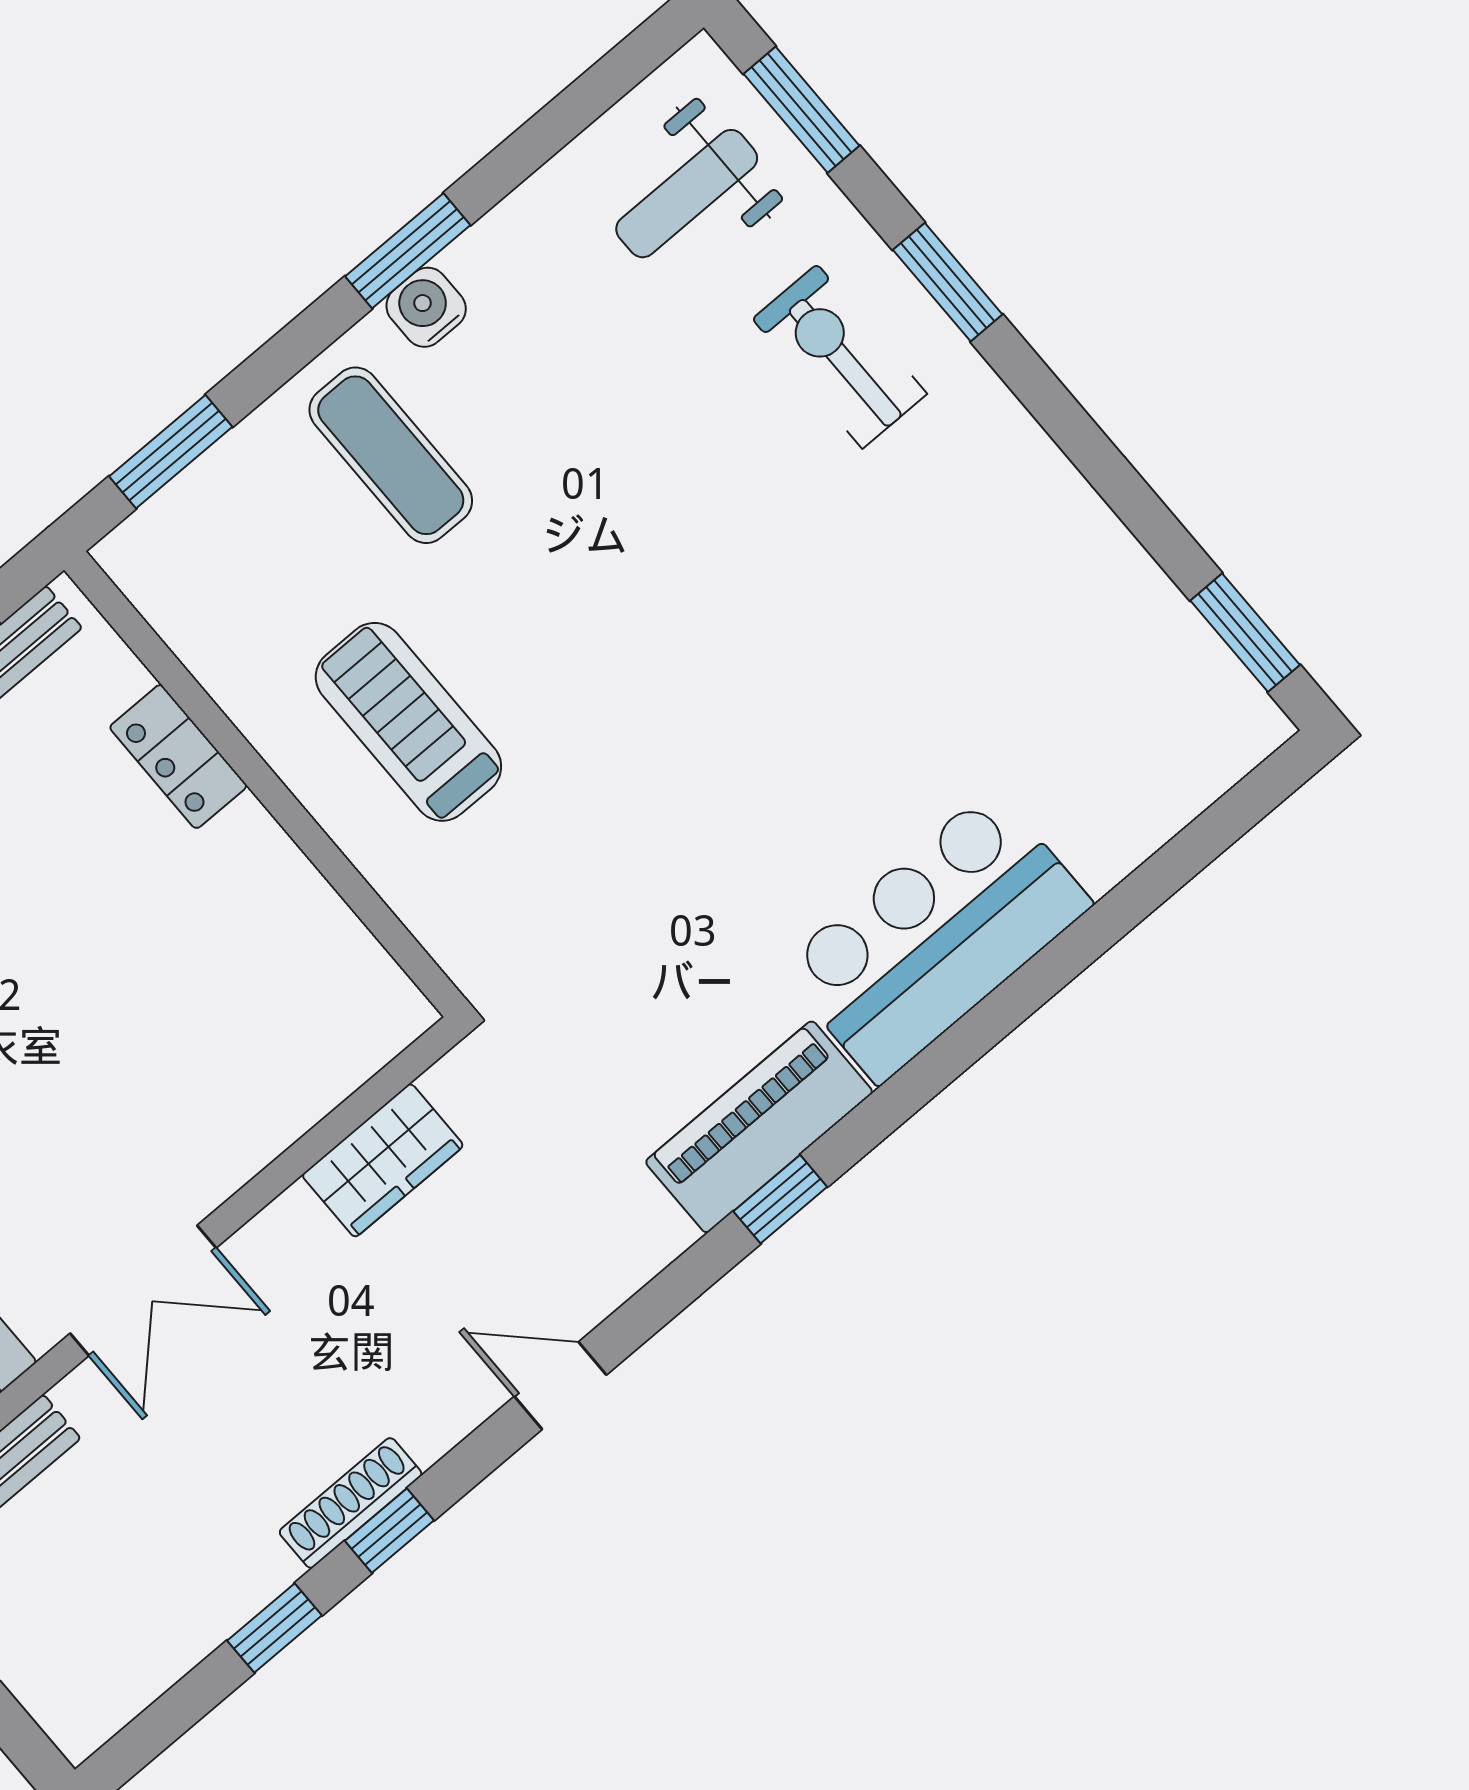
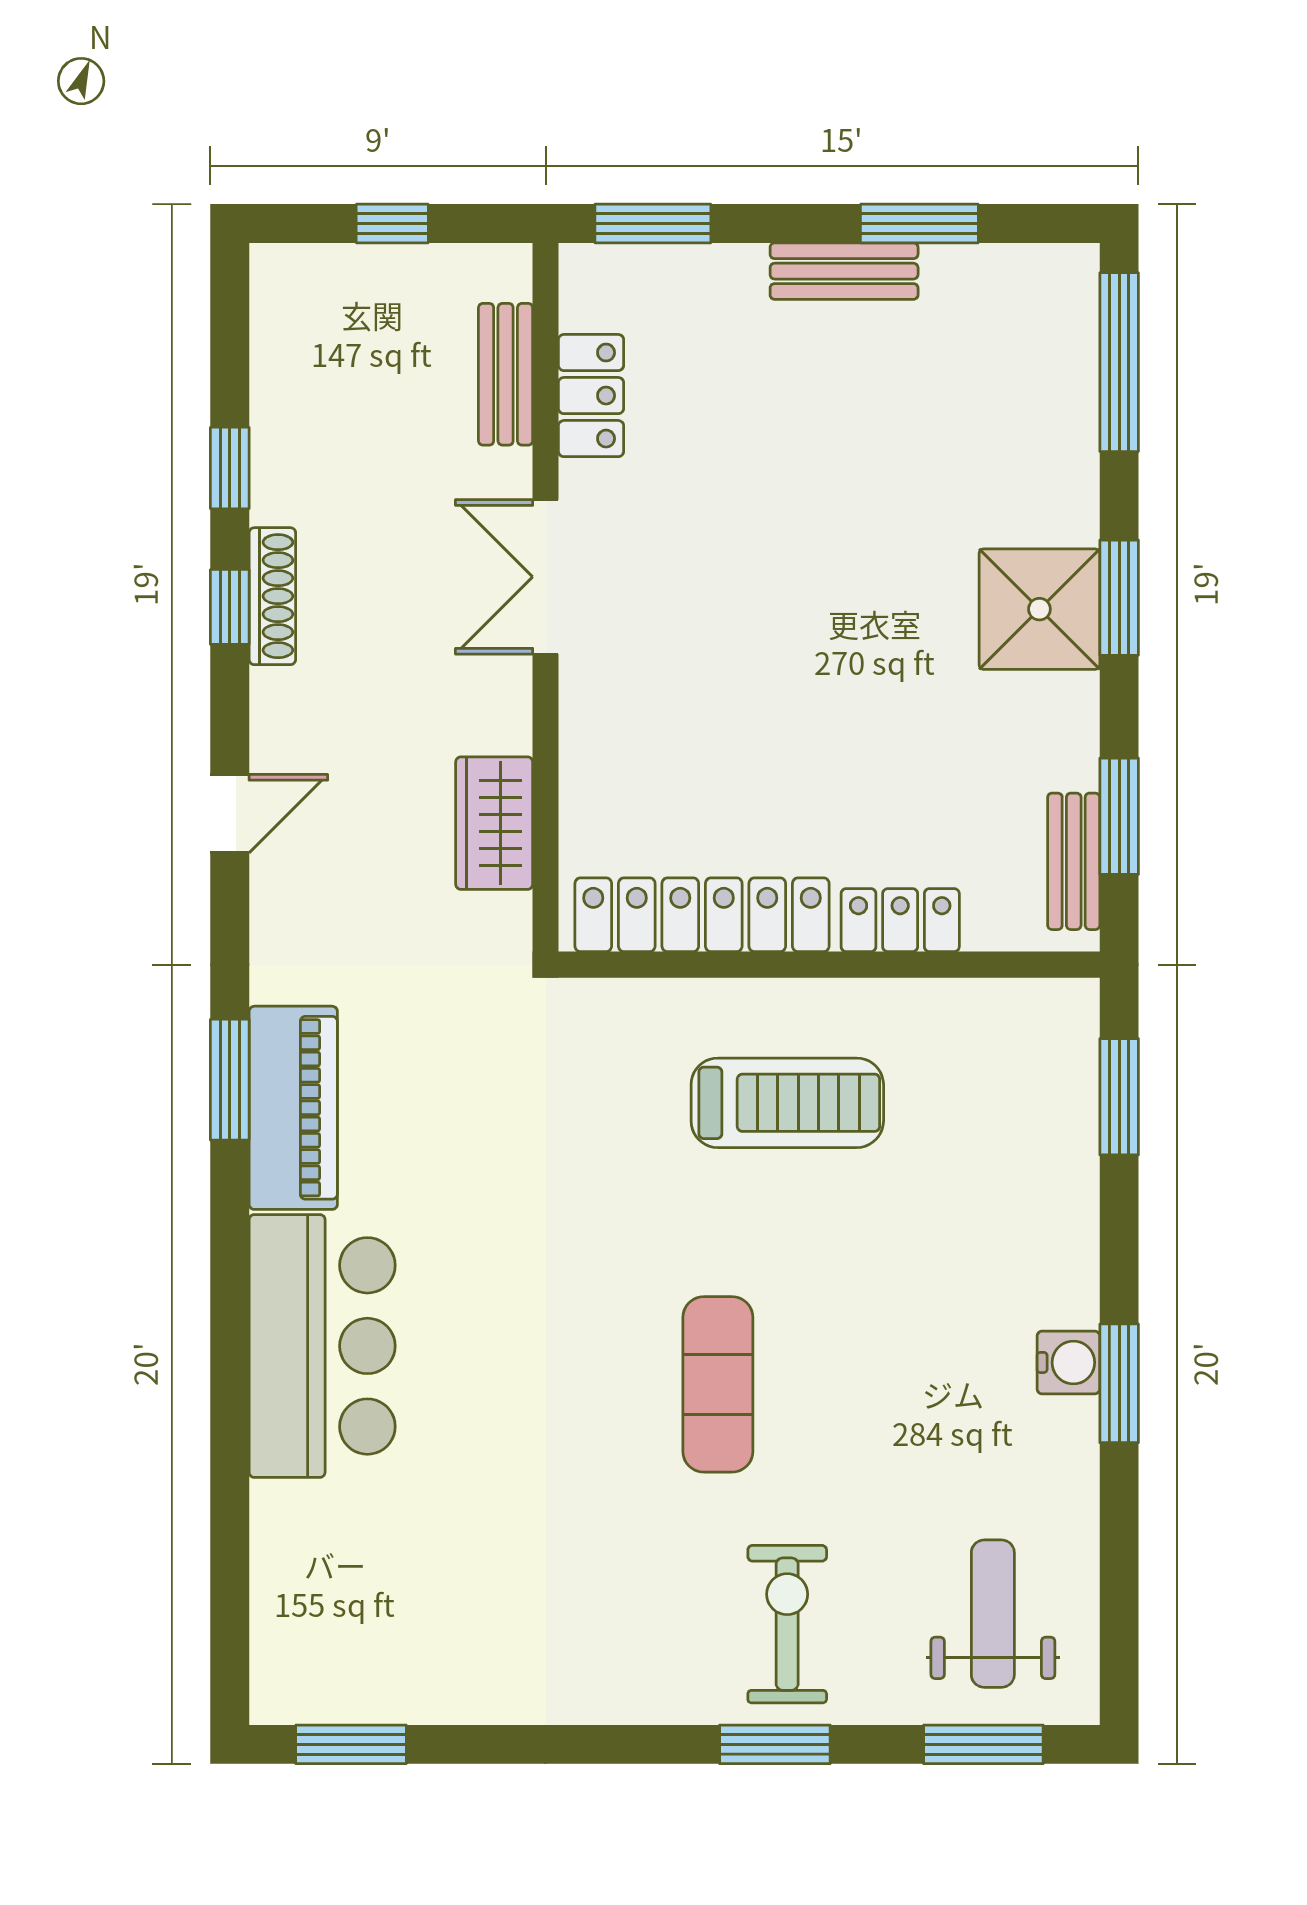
exercise bike: (840, 356) -> (787, 1624), turned -90
exercise mat: (391, 455) -> (718, 1384), moved, turned 90
locker: (313, 924) -> (702, 915), added
window: (780, 1199) -> (230, 1080), width x1.50

